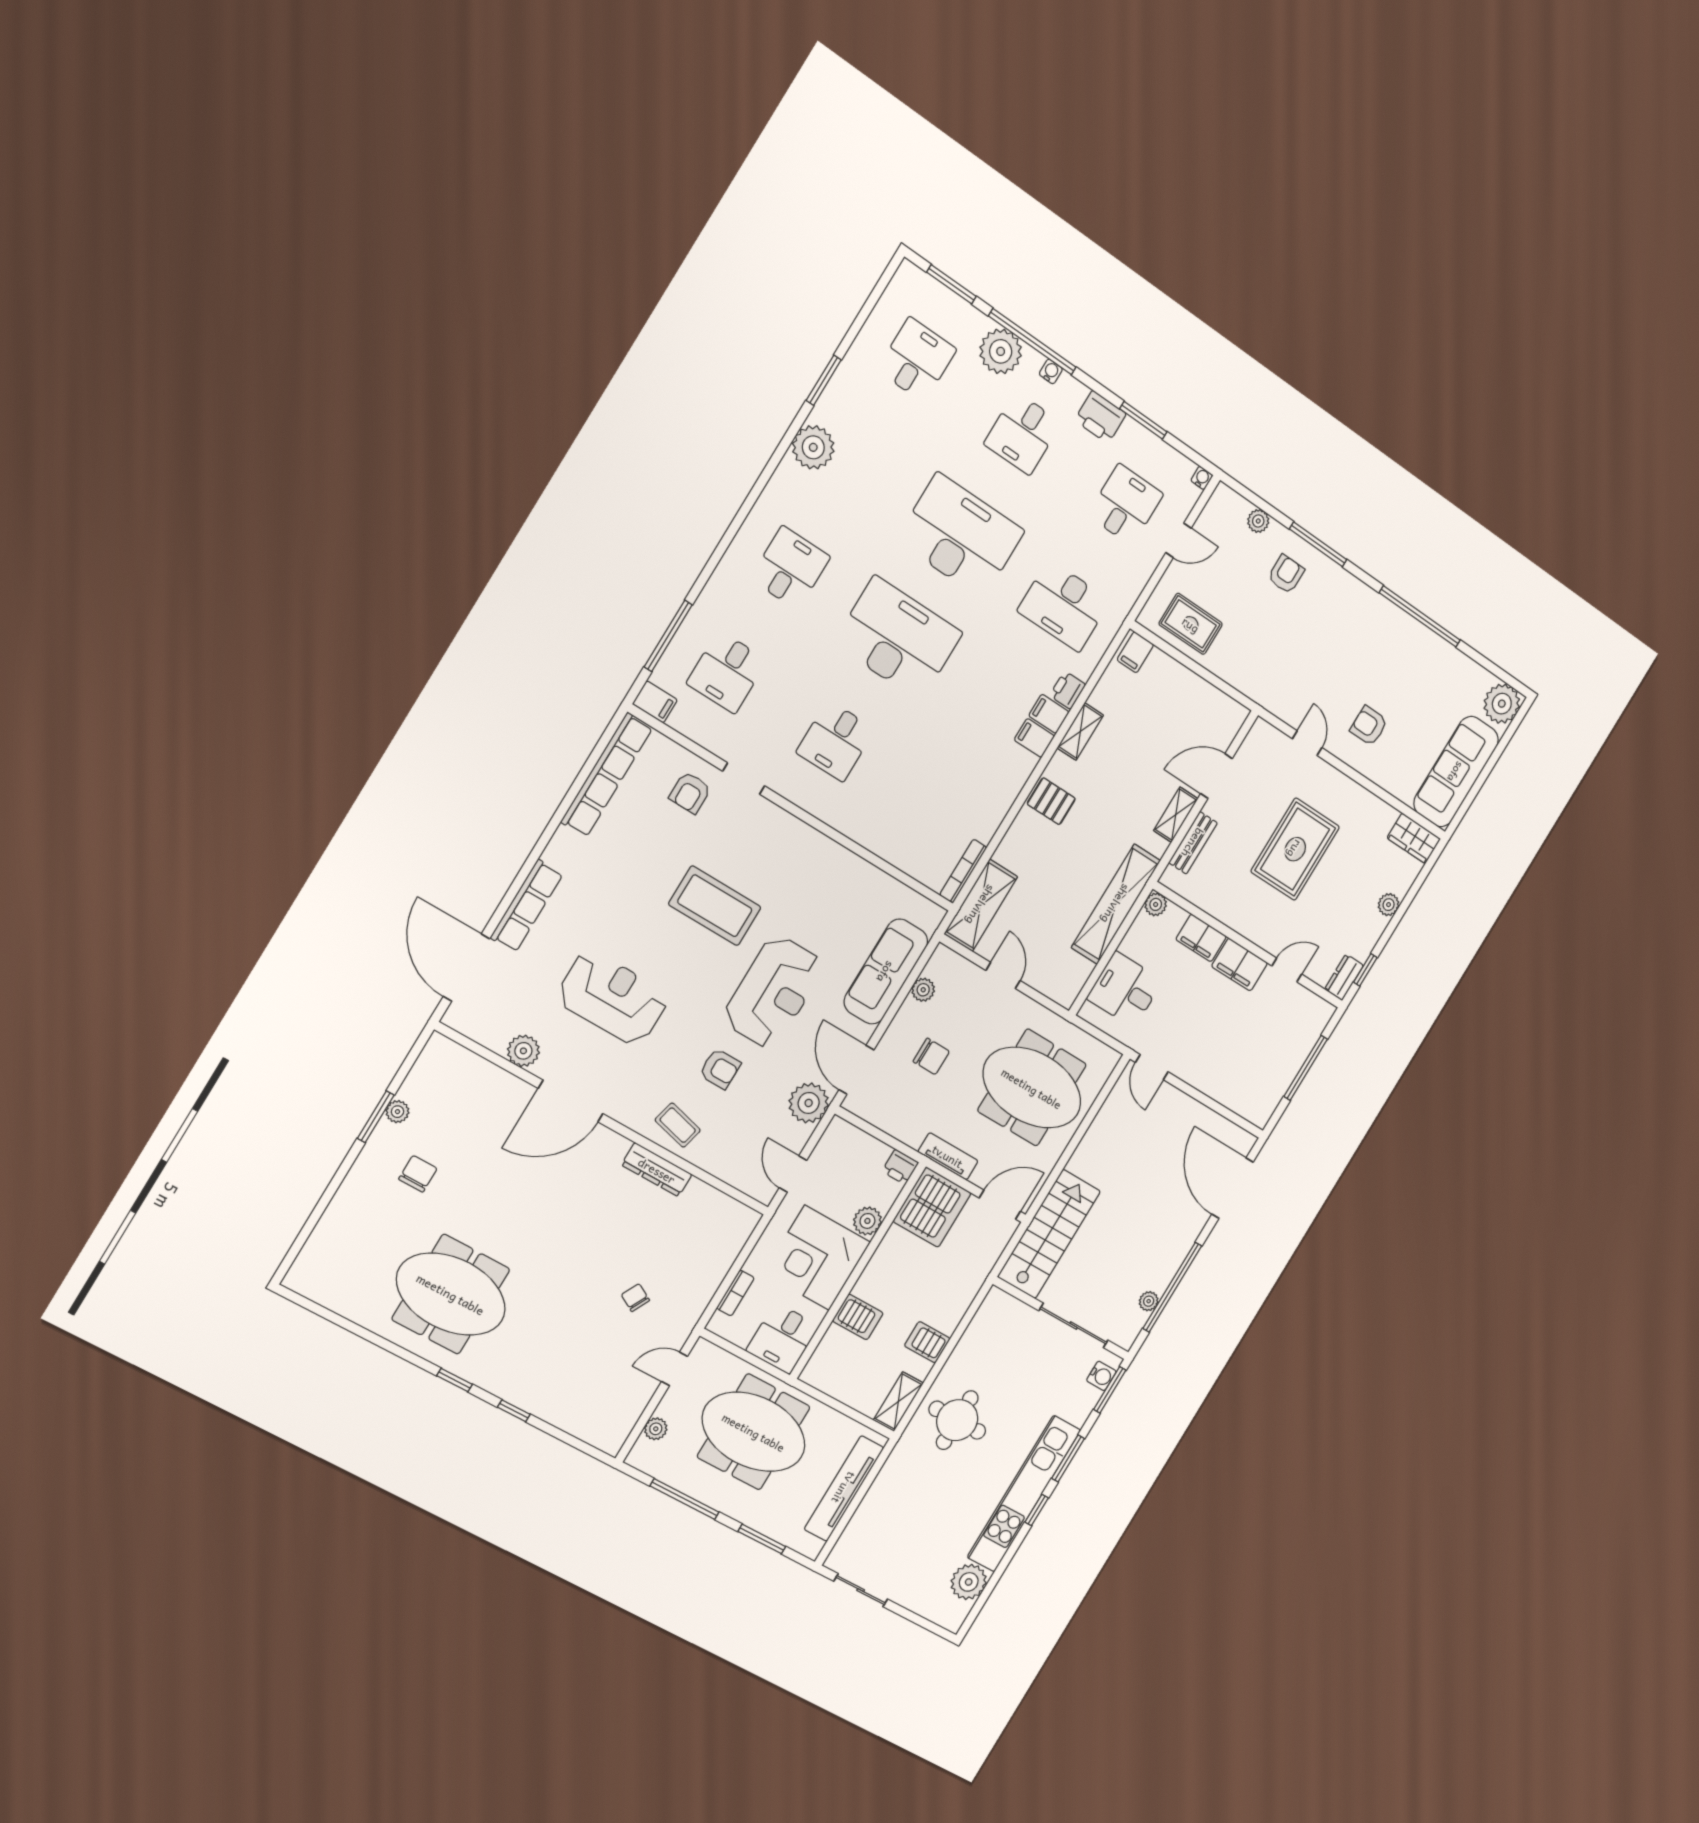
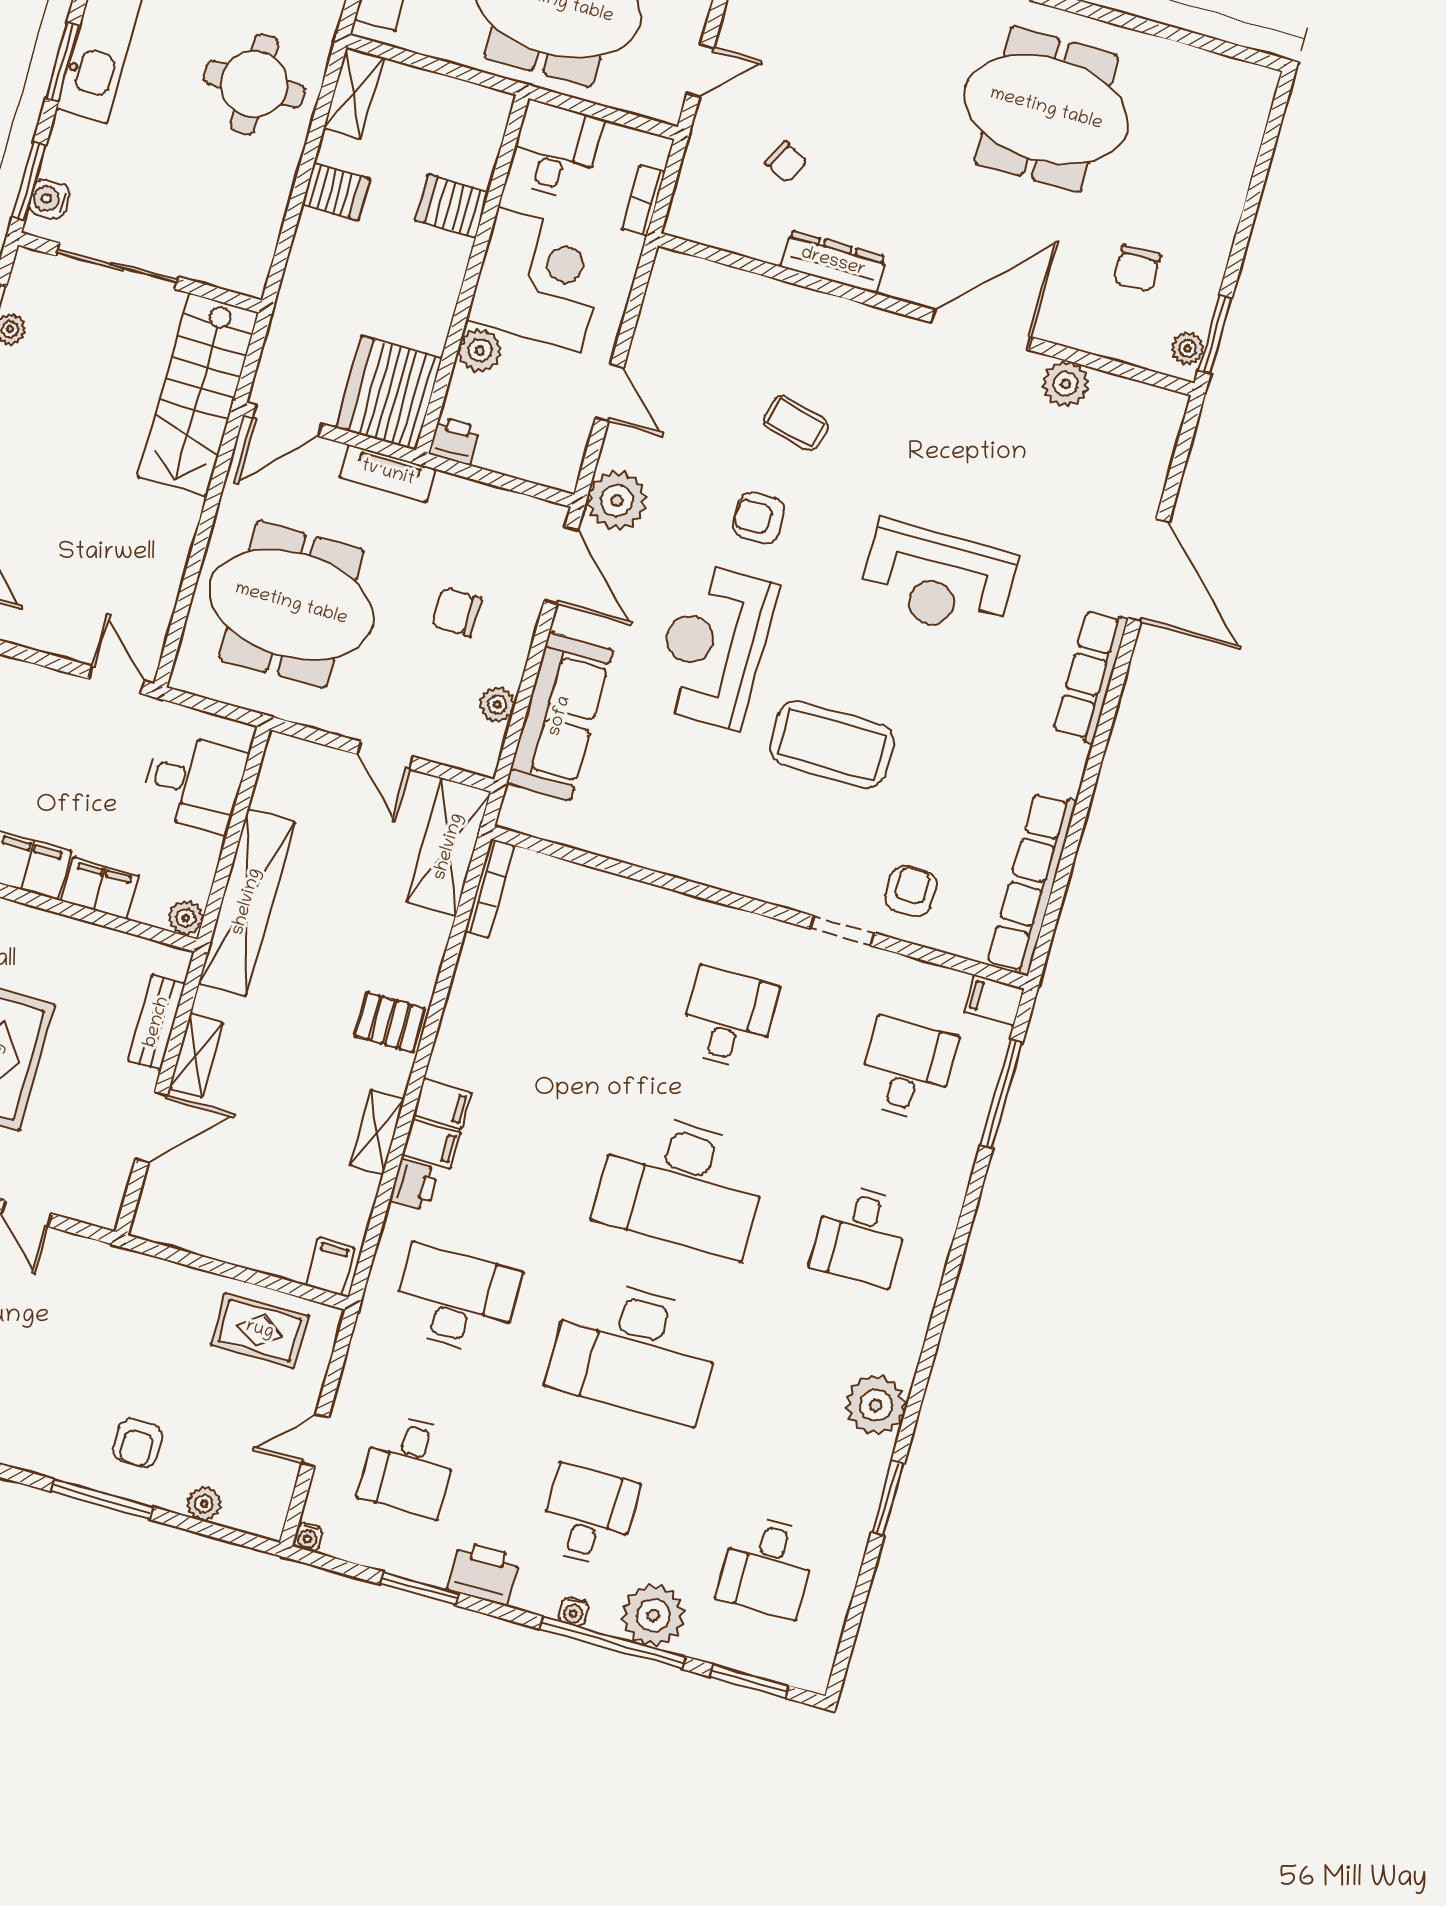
plant: (523, 1051) -> (1066, 384), moved
door: (571, 1101) -> (981, 330), moved
wall: (605, 1120) -> (926, 314), moved
dresser: (657, 1170) -> (833, 262), moved

